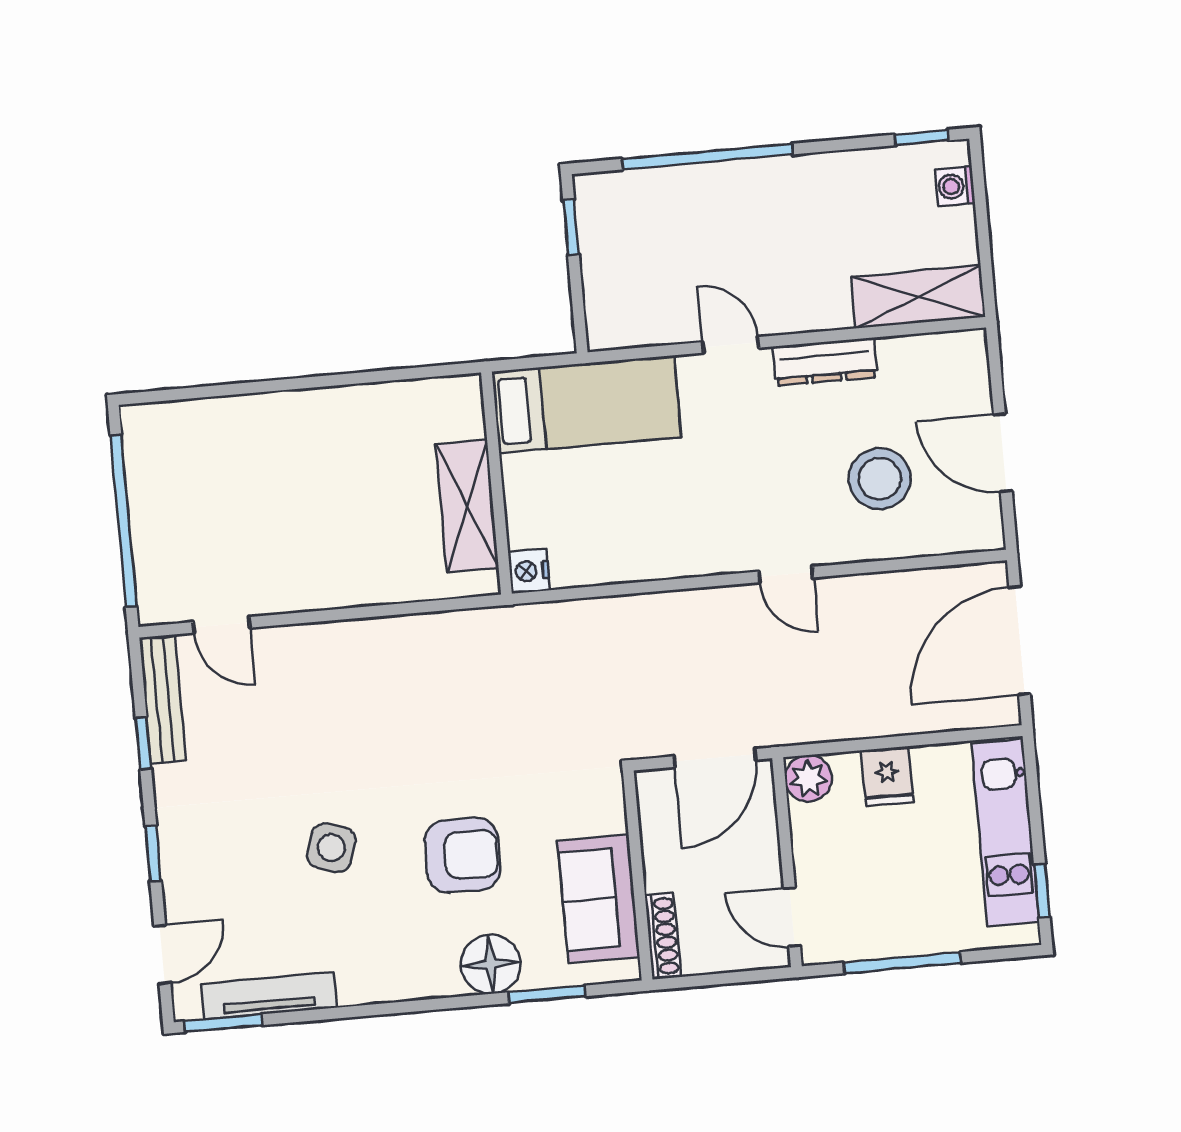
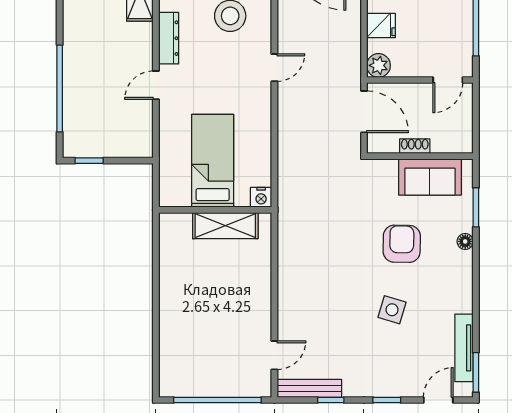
bed: (586, 404) -> (213, 161), moved
shoe rack: (663, 936) -> (415, 146), moved, width x0.70
door: (162, 954) -> (438, 400), hinge flipped
floor lamp: (491, 964) -> (465, 241), width x0.53, depth x0.53

